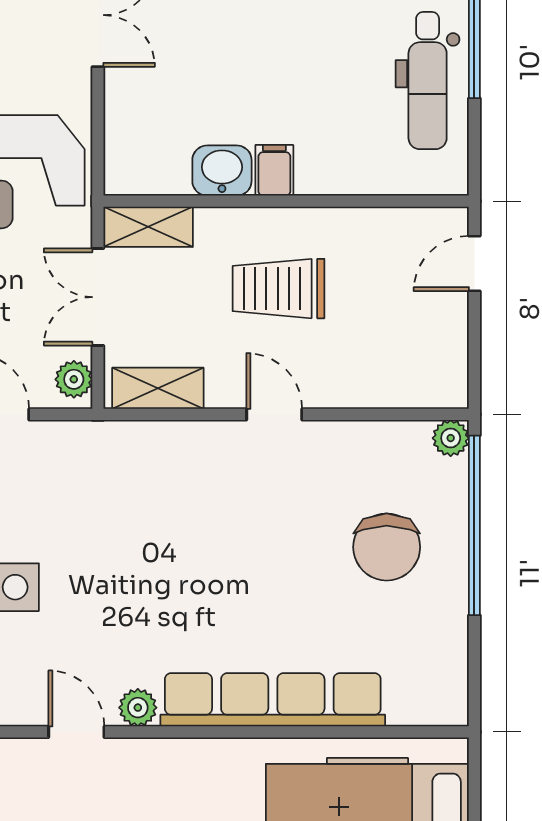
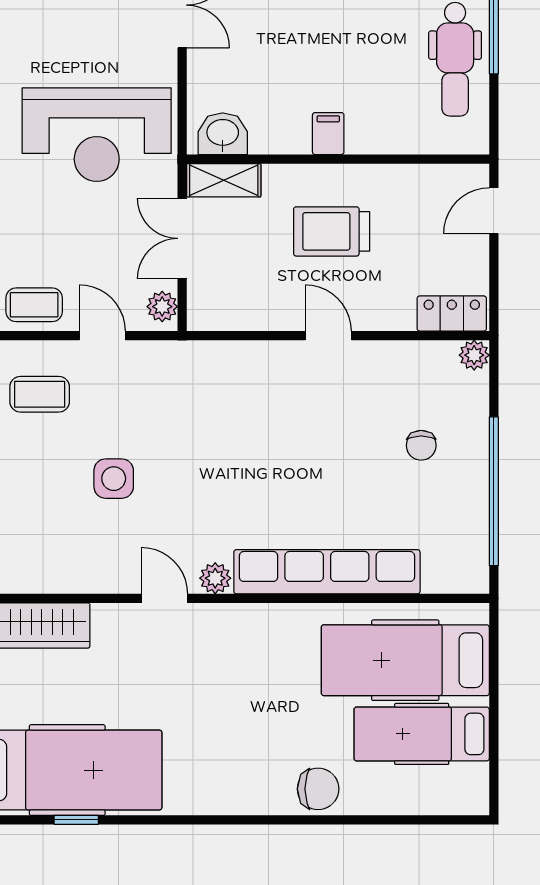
washbasin: (222, 171) -> (223, 134), moved
shelving: (158, 388) -> (232, 314), removed
locker: (424, 388) -> (452, 313), added
window: (474, 525) -> (494, 491), moved
chair: (387, 547) -> (421, 445), width x0.54, depth x0.54

